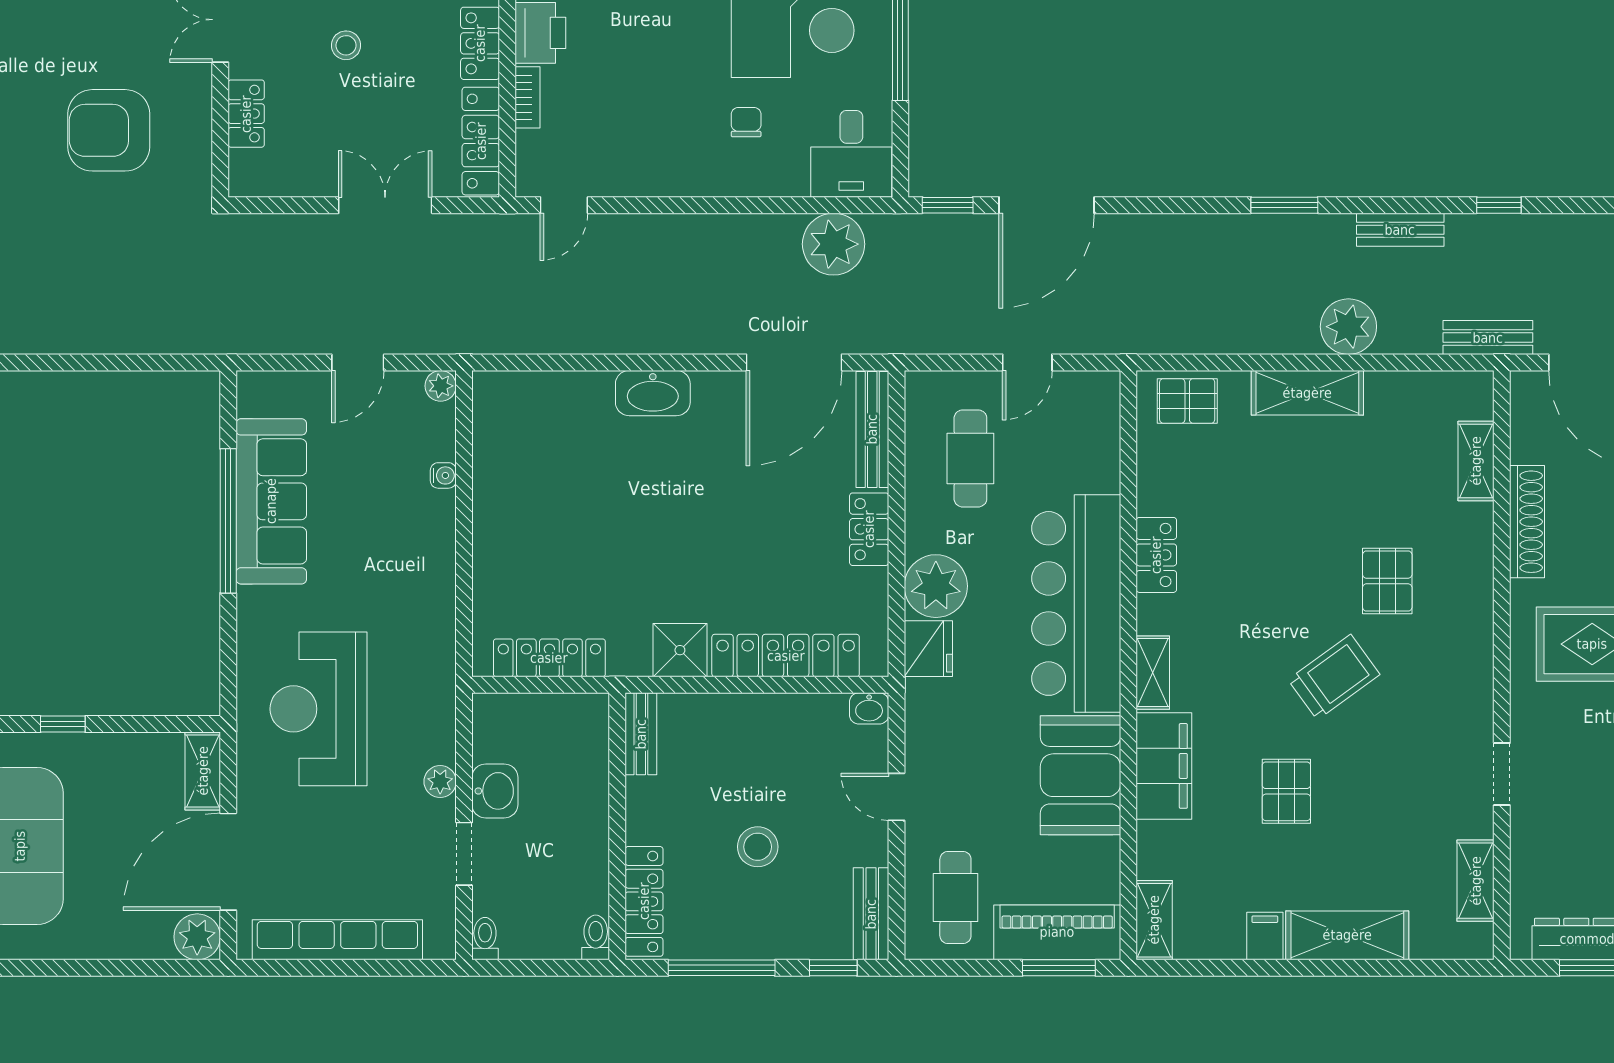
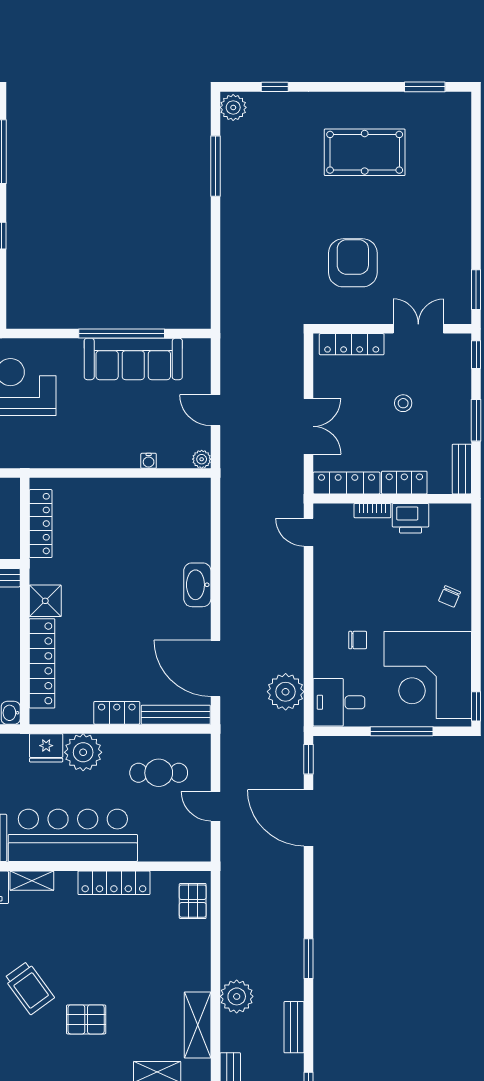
locker: (246, 114) -> (352, 344), width x1.53
shelving: (1307, 393) -> (198, 1025), moved
locker: (1156, 555) -> (114, 883), width x1.53

